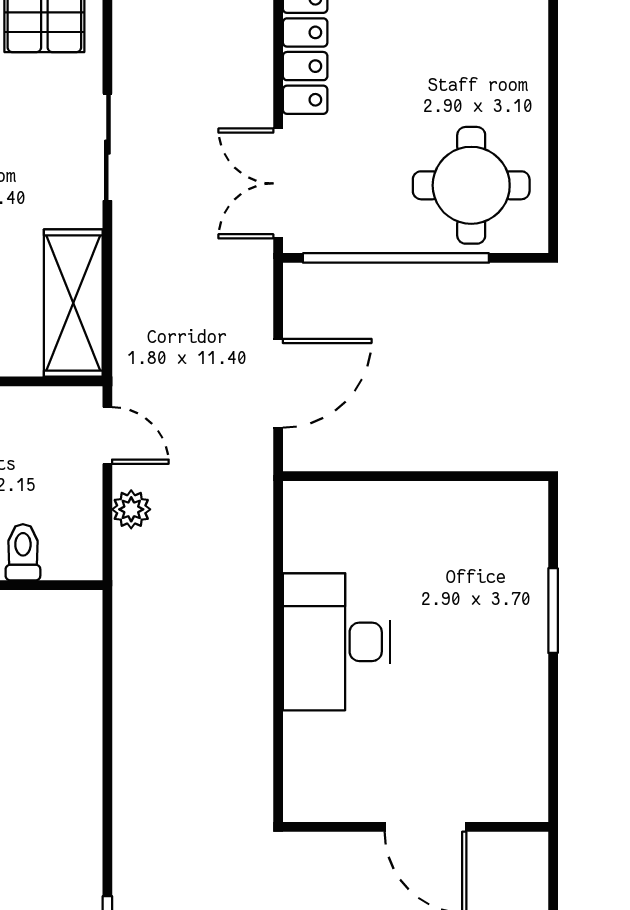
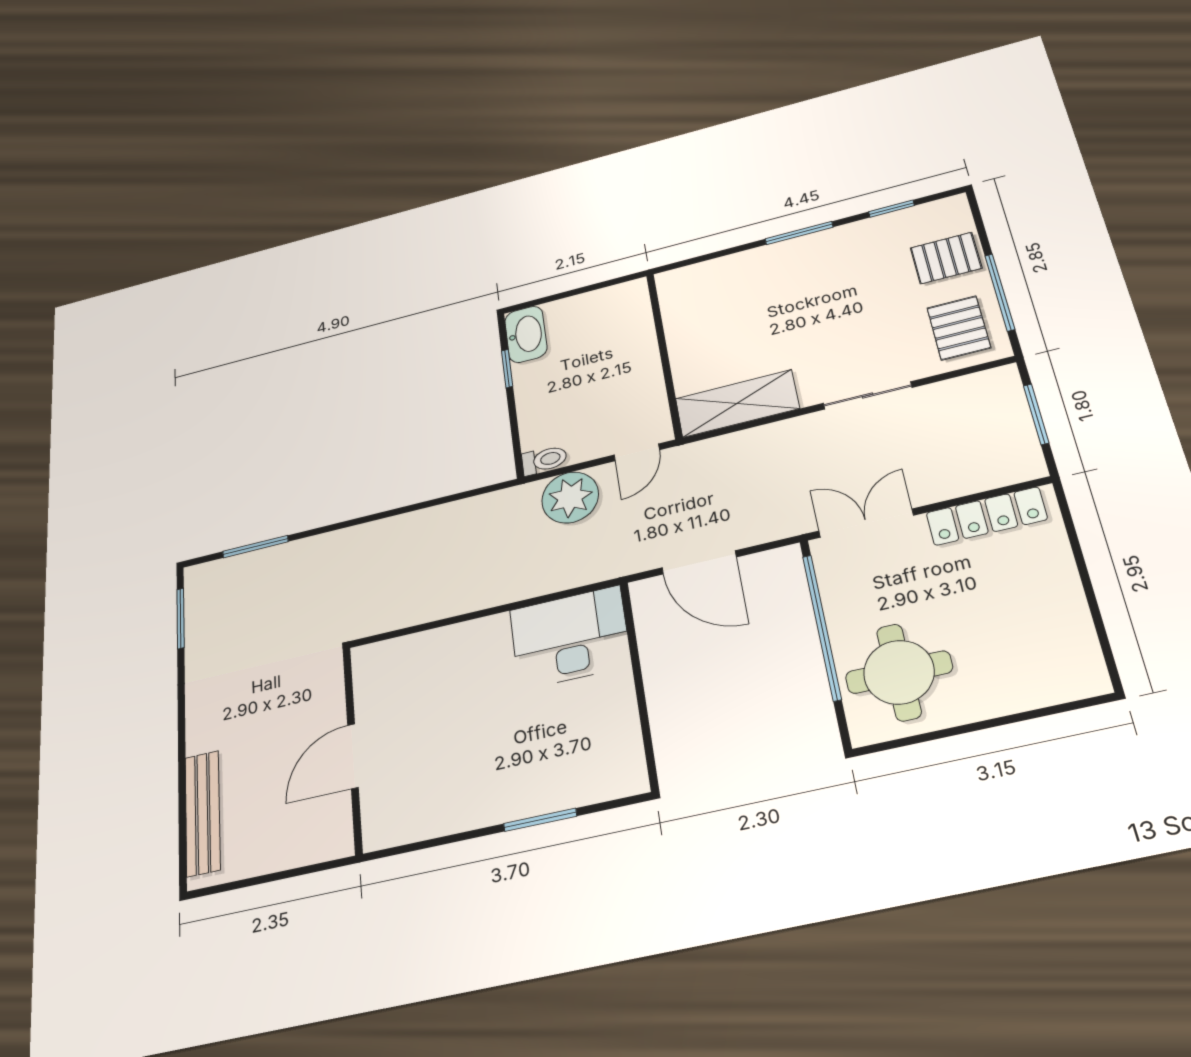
plant: (131, 509) -> (570, 497), width x1.87, depth x1.87
toilet: (23, 552) -> (544, 460), moved
desk: (337, 642) -> (570, 637), moved

